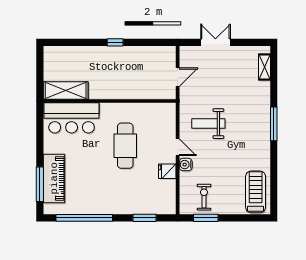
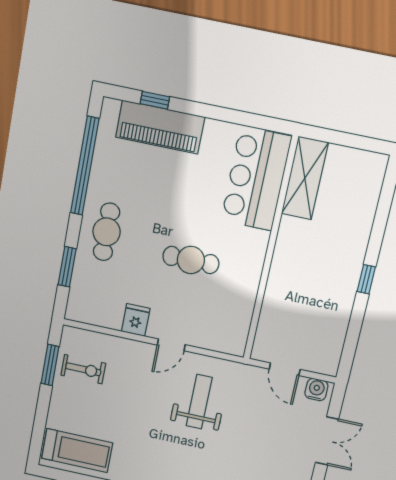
cafe table: (125, 146) -> (191, 260), width x0.73, depth x0.74
water cooler: (186, 165) -> (316, 389), moved
window: (40, 184) -> (155, 100), width x0.46
cafe table: (119, 198) -> (107, 232), added

